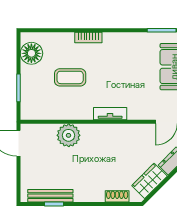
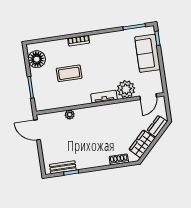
plant: (139, 108) -> (126, 89), added
plant: (69, 135) -> (70, 115), width x0.53, depth x0.53
bench: (50, 196) -> (63, 167), width x0.73

